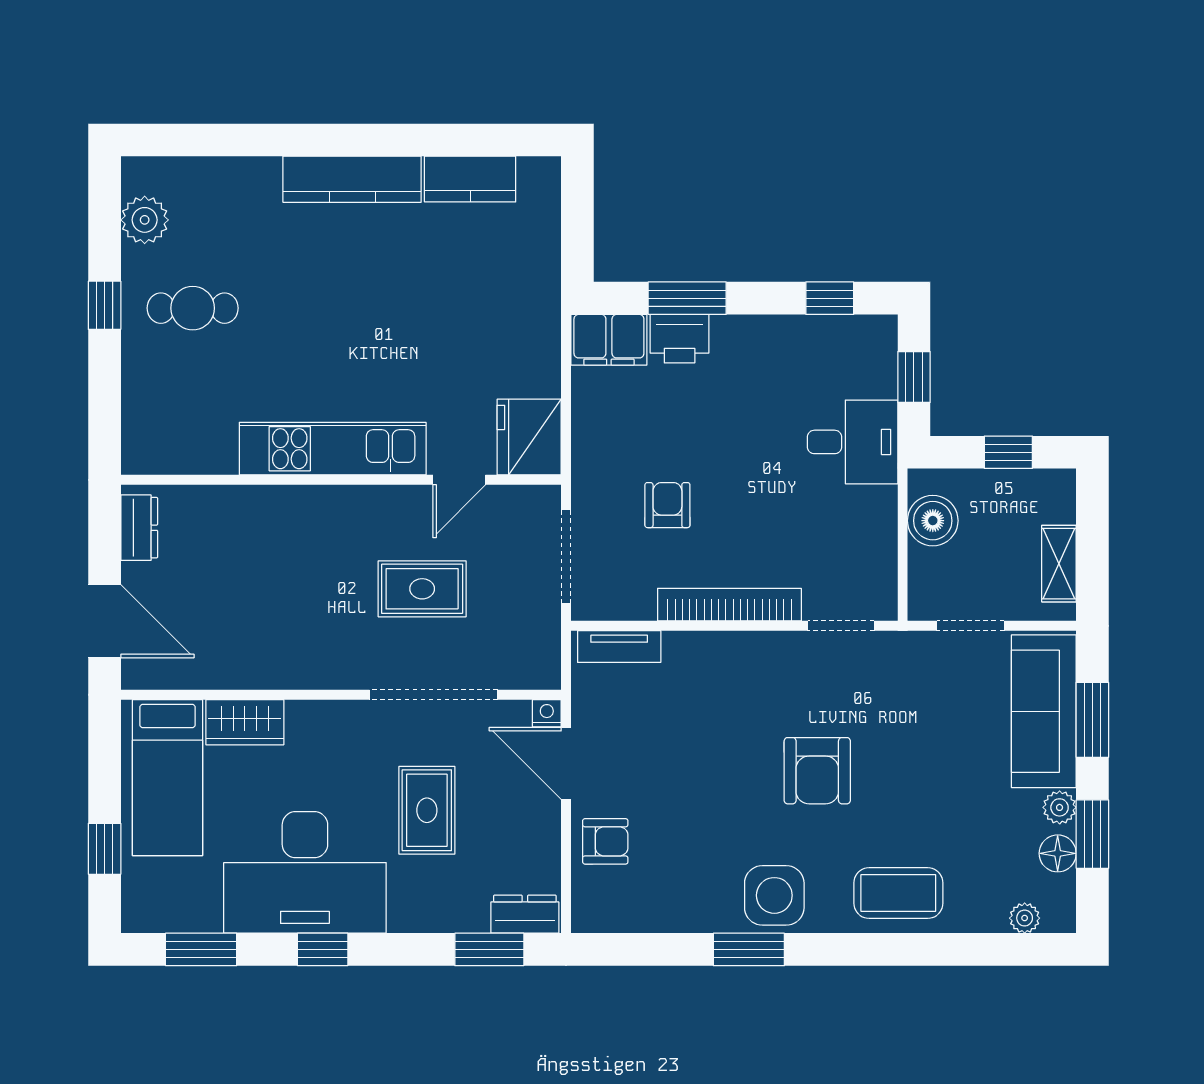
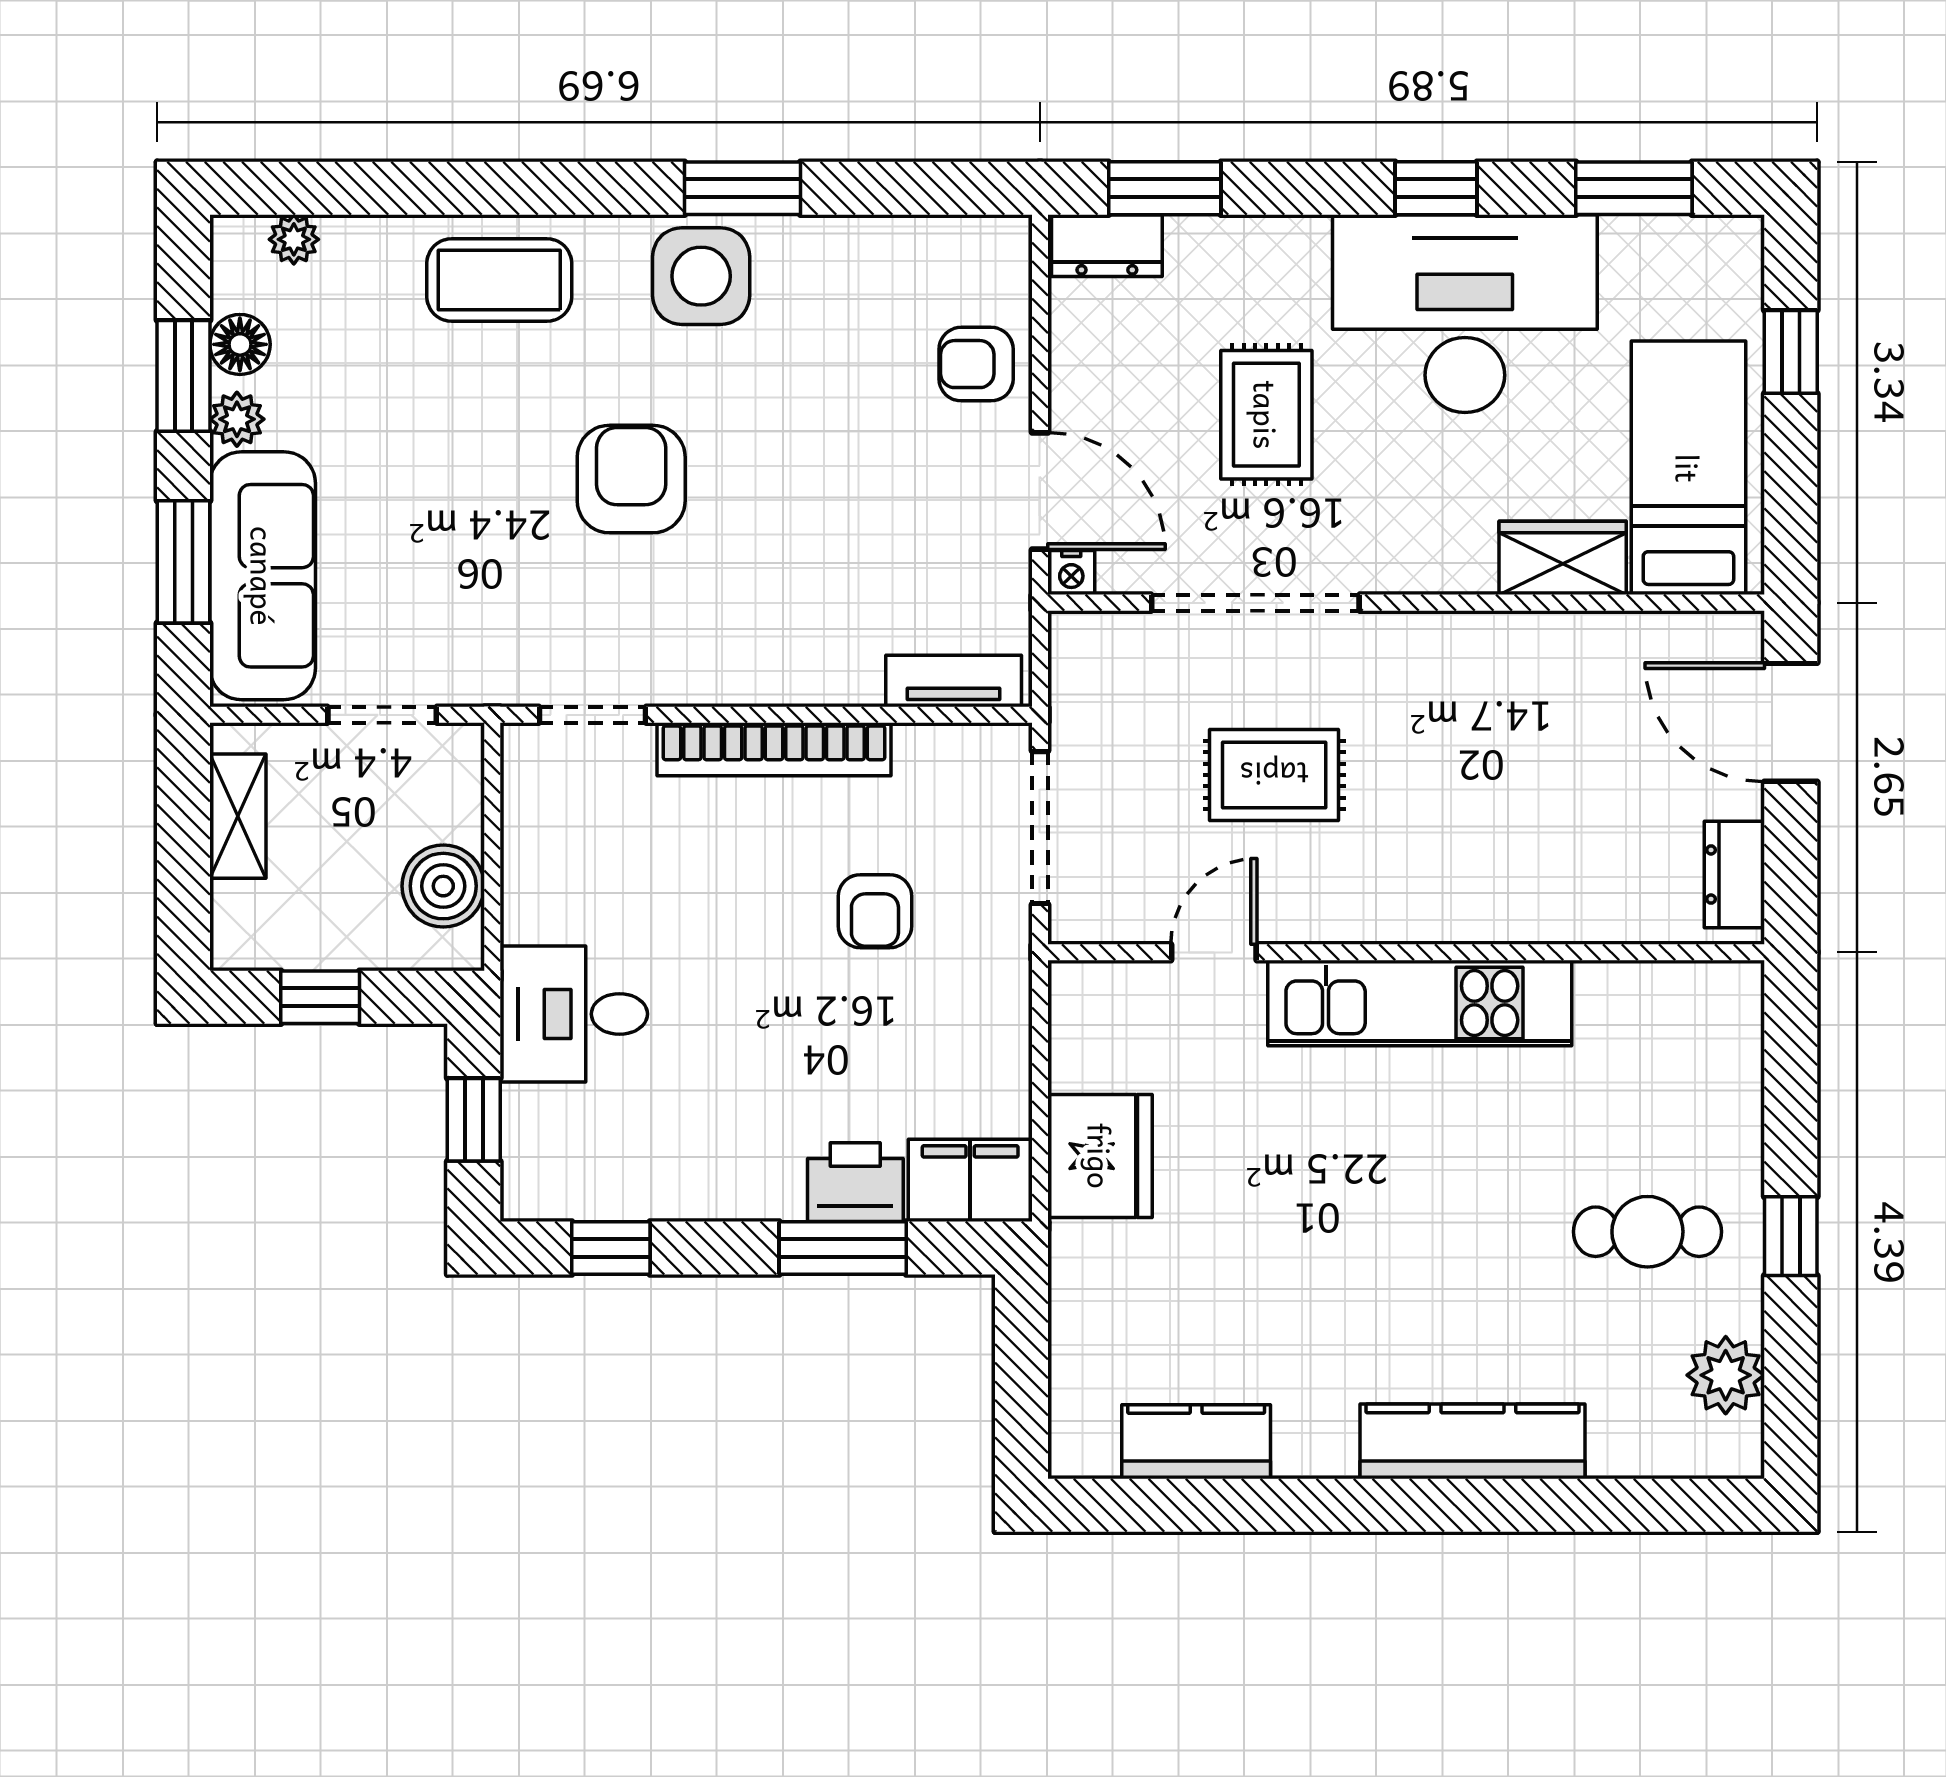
kitchen counter: (352, 179) -> (1472, 1441), moved
fridge: (529, 437) -> (1100, 1156), moved

